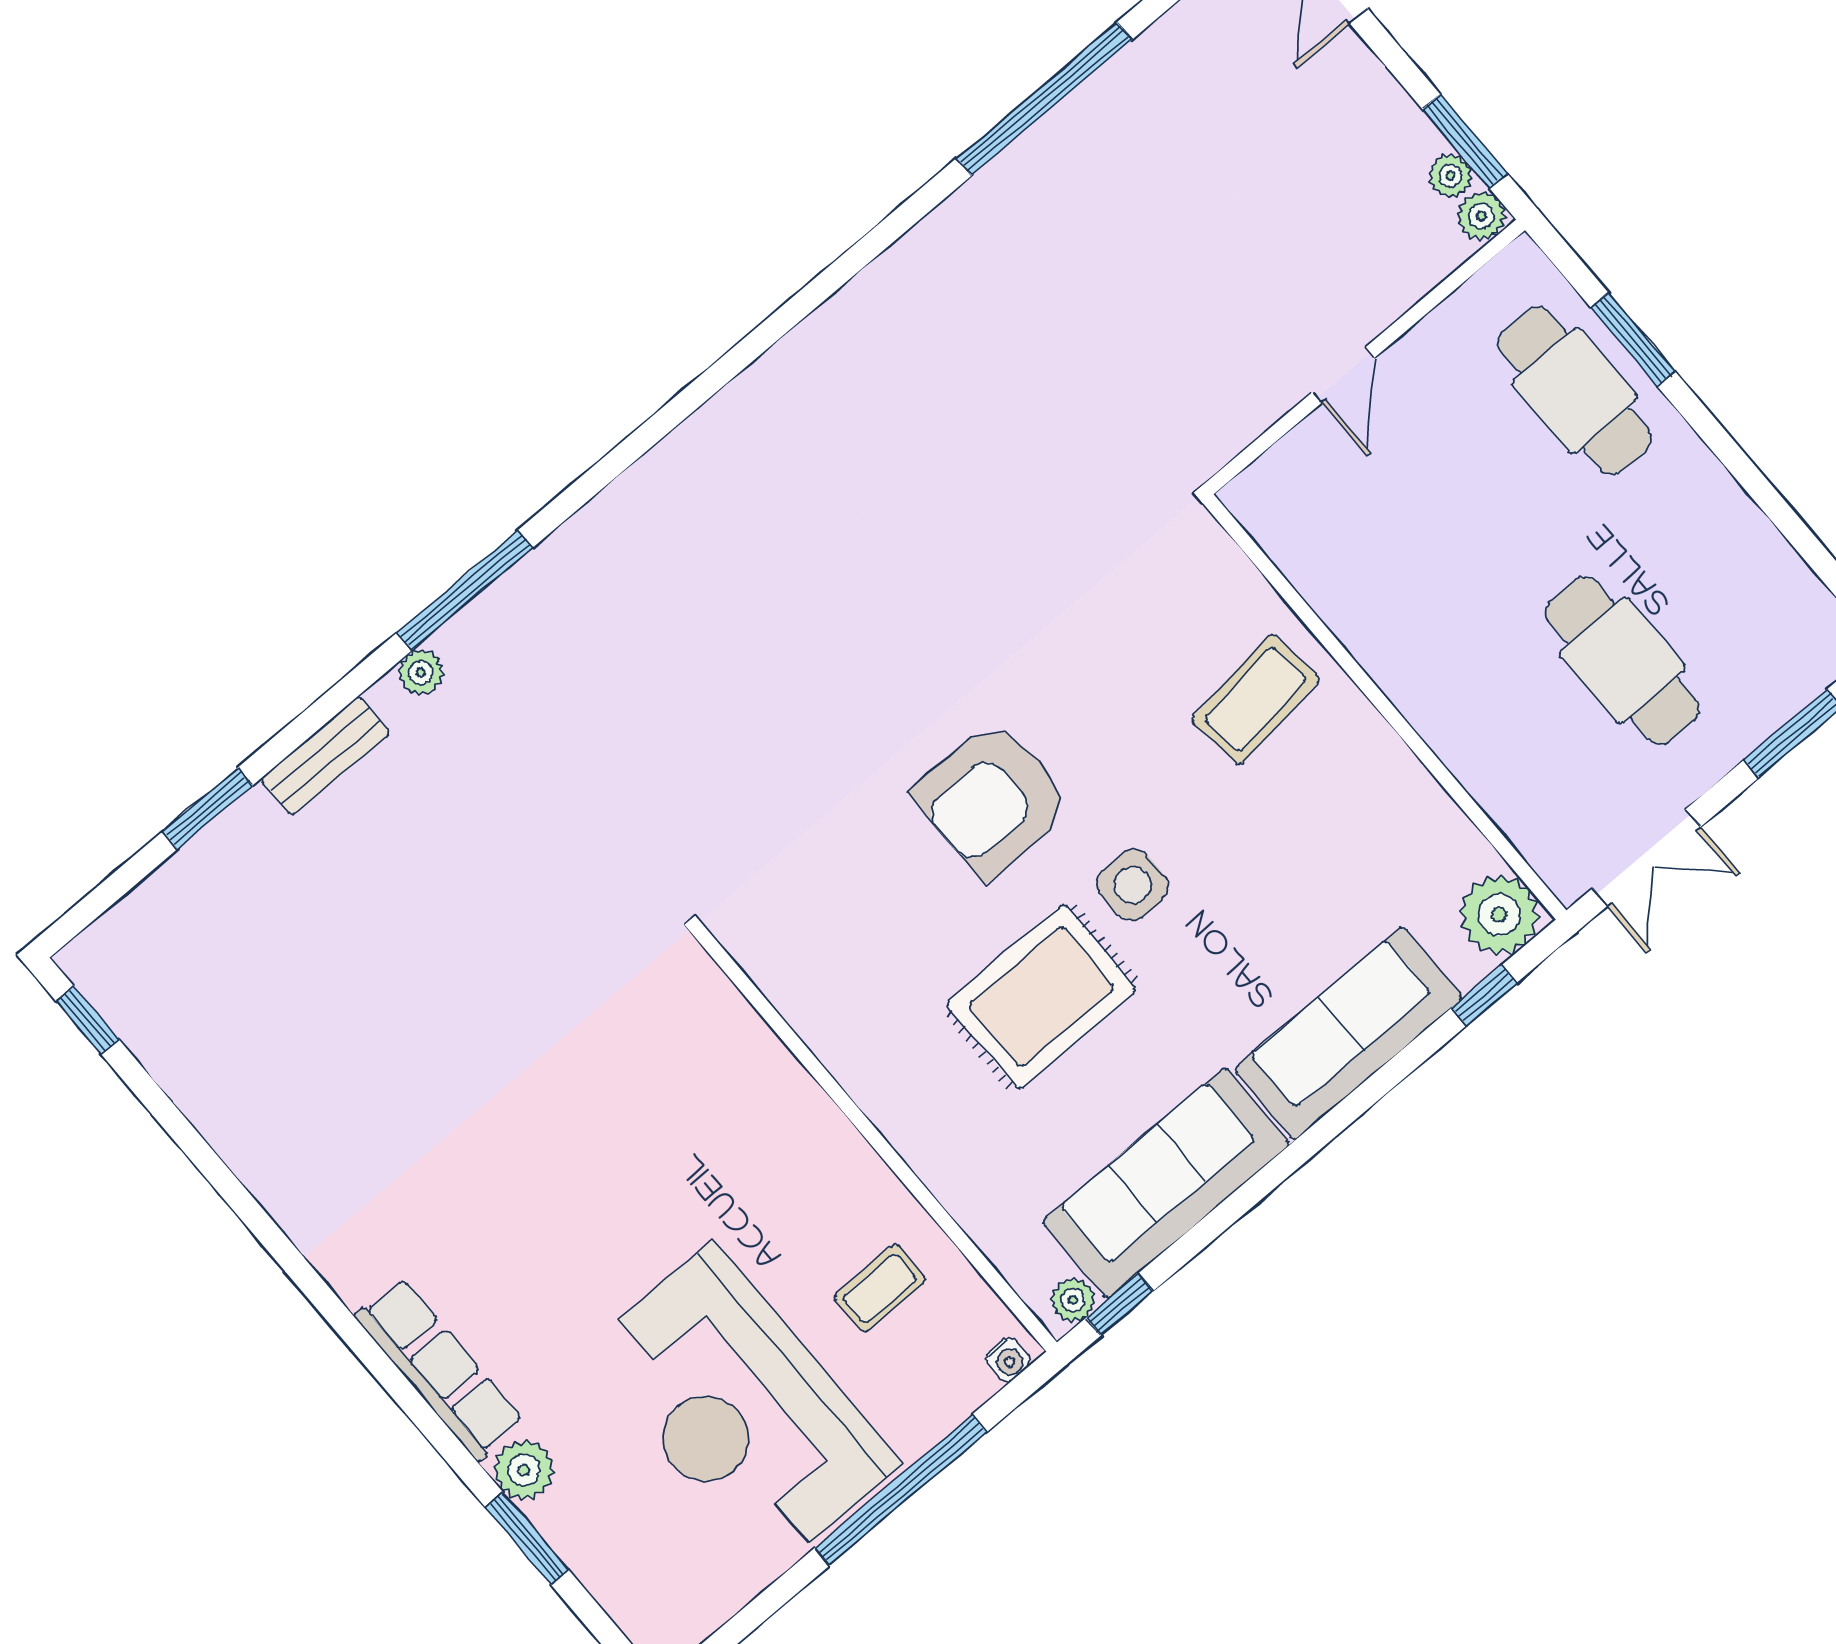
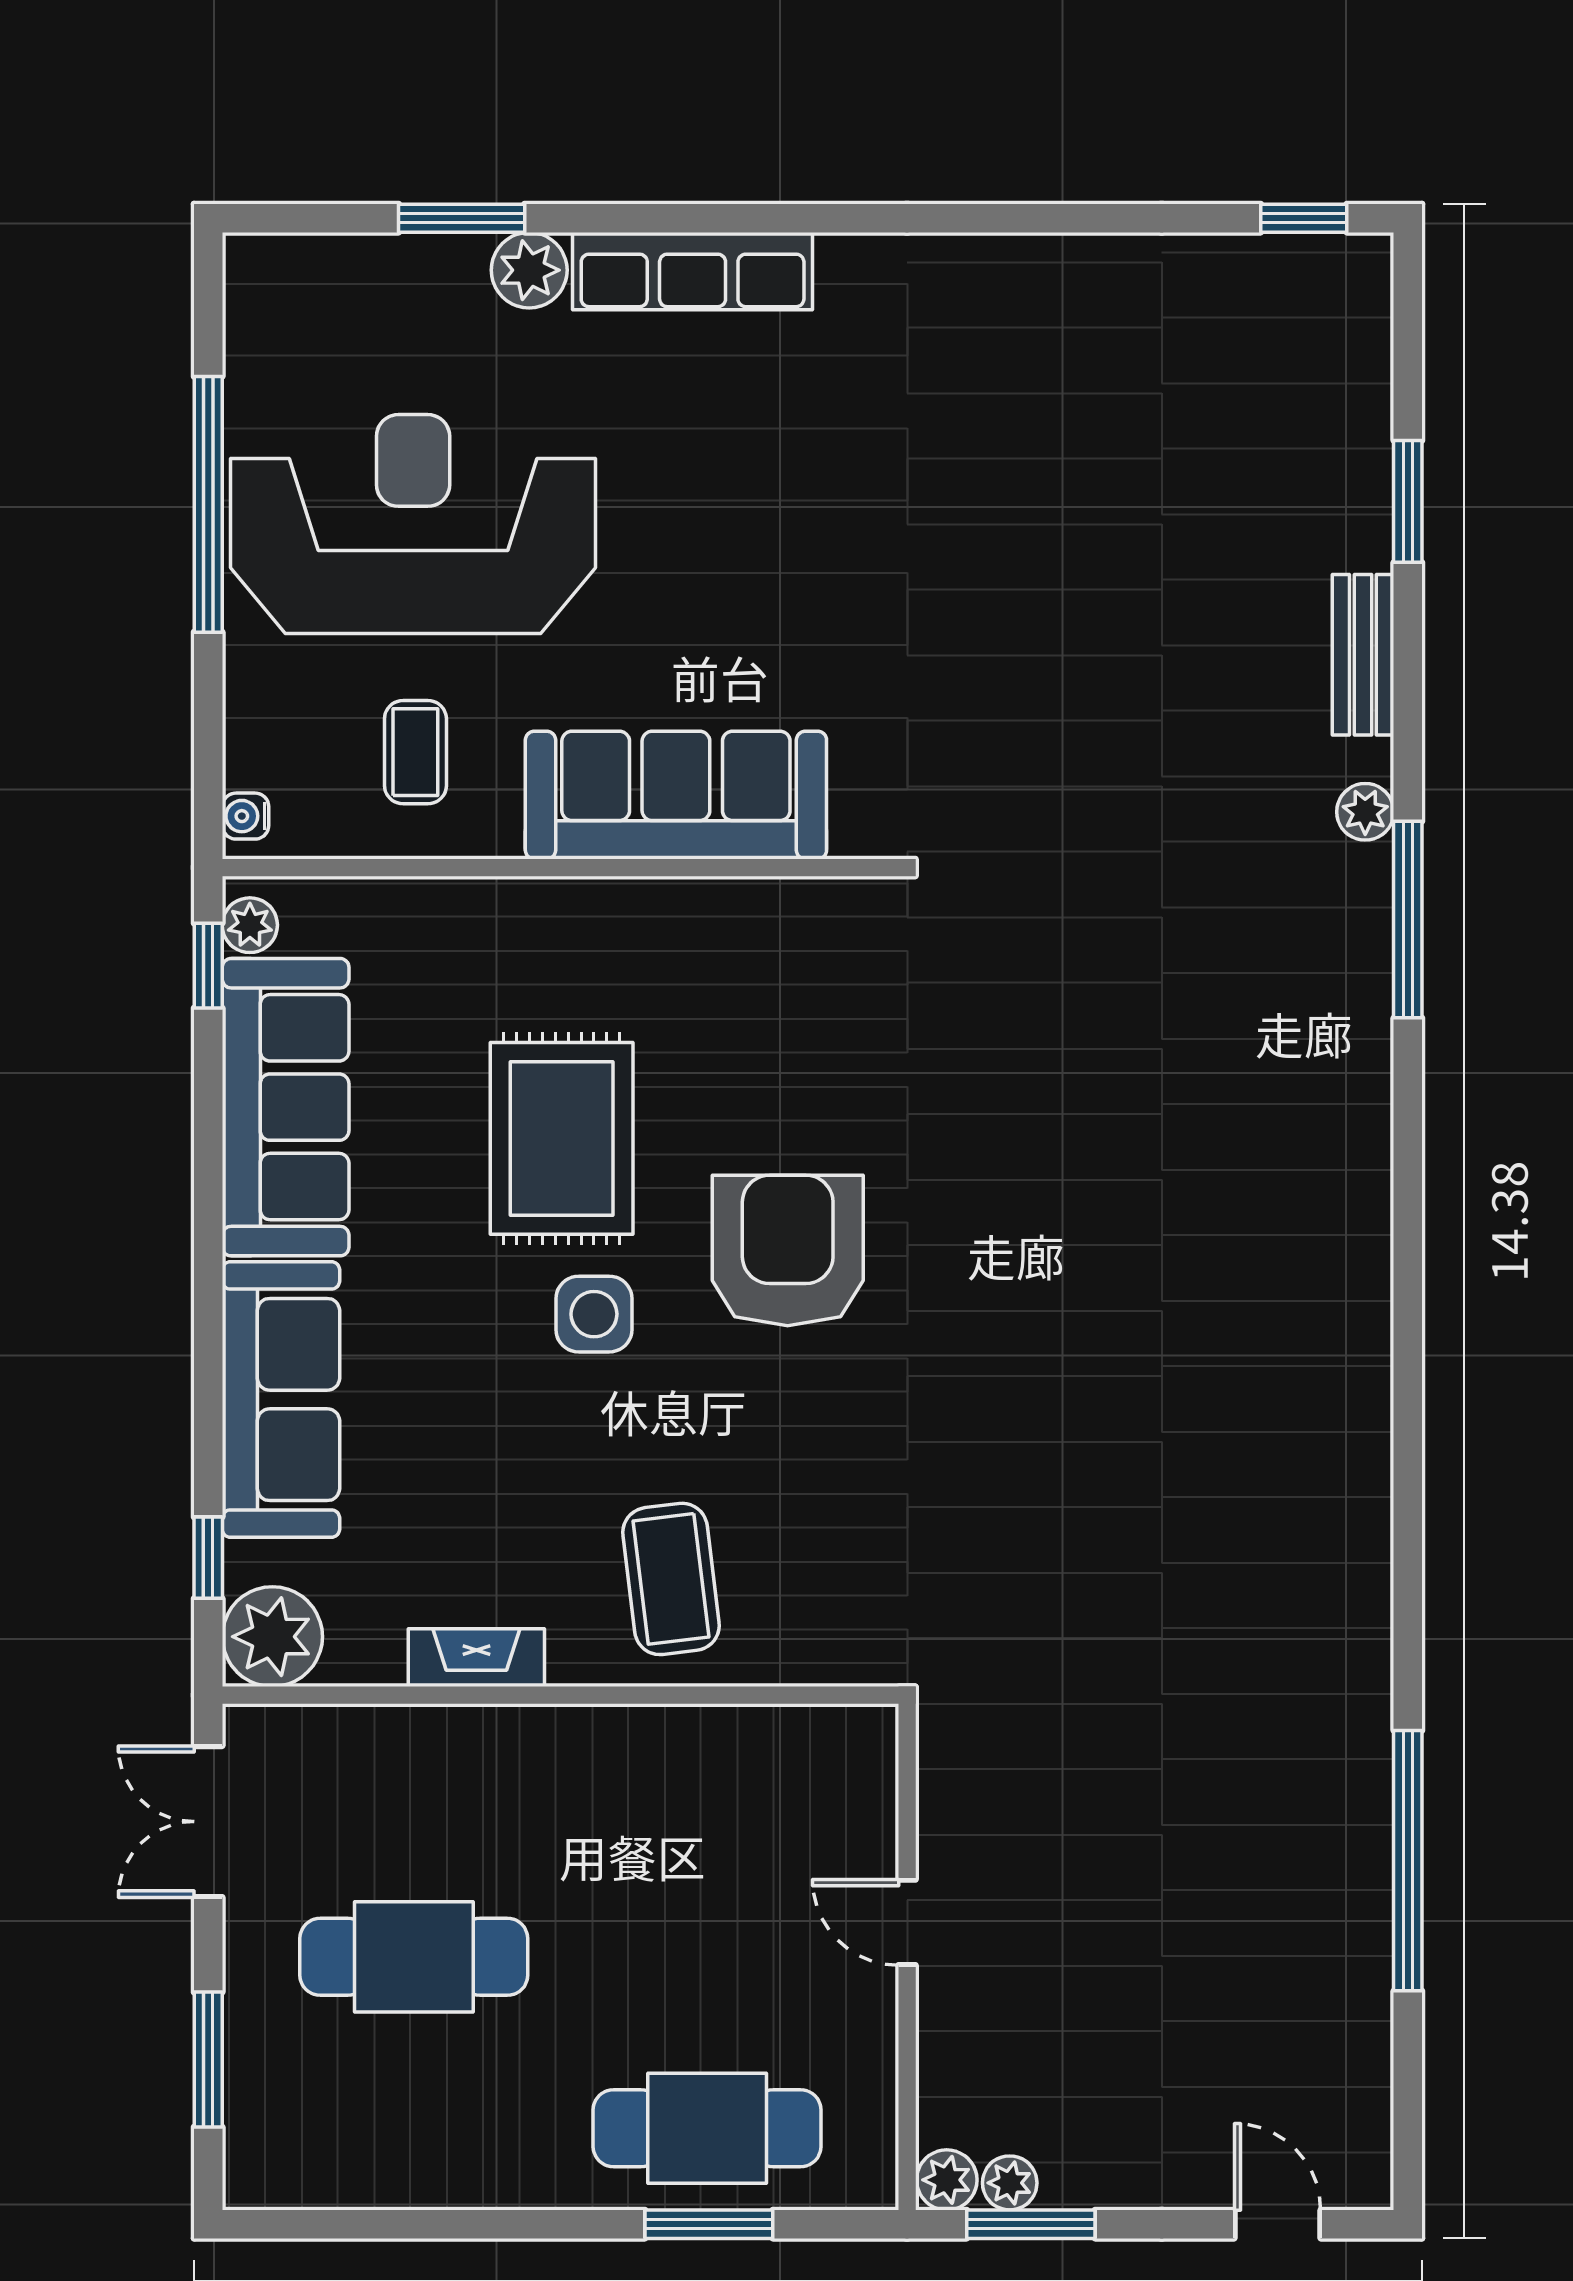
fireplace: (1405, 778) -> (476, 1658), added
sofa: (770, 1106) -> (676, 795), added
window: (901, 1490) -> (208, 504), moved

